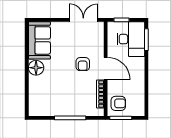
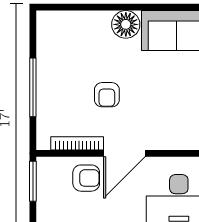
armchair: (83, 64) -> (107, 95), moved, turned -90
armchair: (118, 103) -> (86, 178), moved, turned -90

